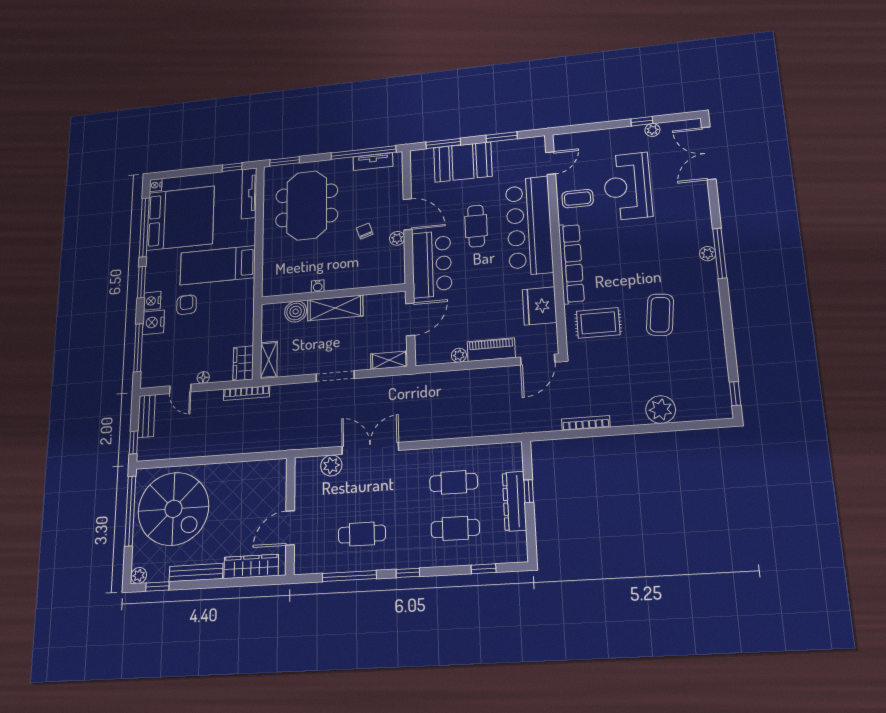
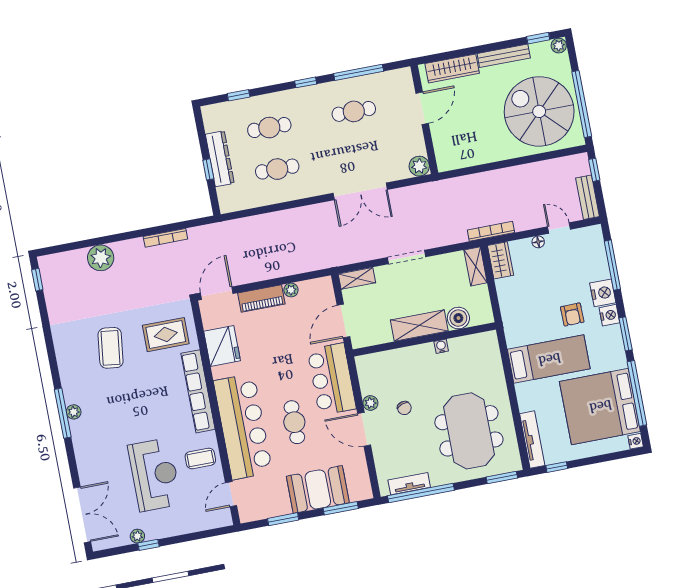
plant: (331, 465) -> (419, 166), moved

